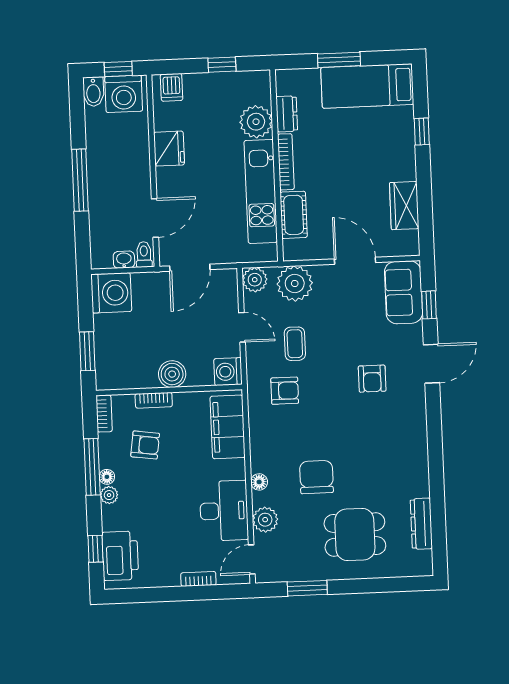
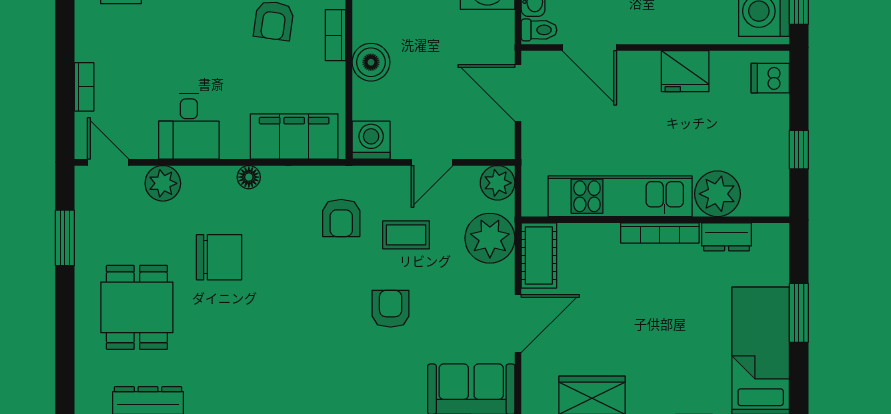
cot: (294, 215) -> (539, 255), moved, turned 90
armchair: (372, 379) -> (391, 309), moved, turned 90
floor lamp: (259, 482) -> (249, 177), moved
desk: (224, 511) -> (189, 126), width x0.73

